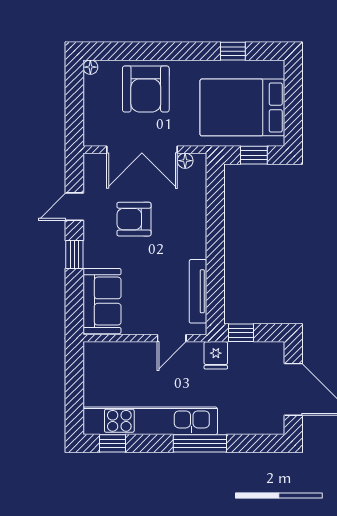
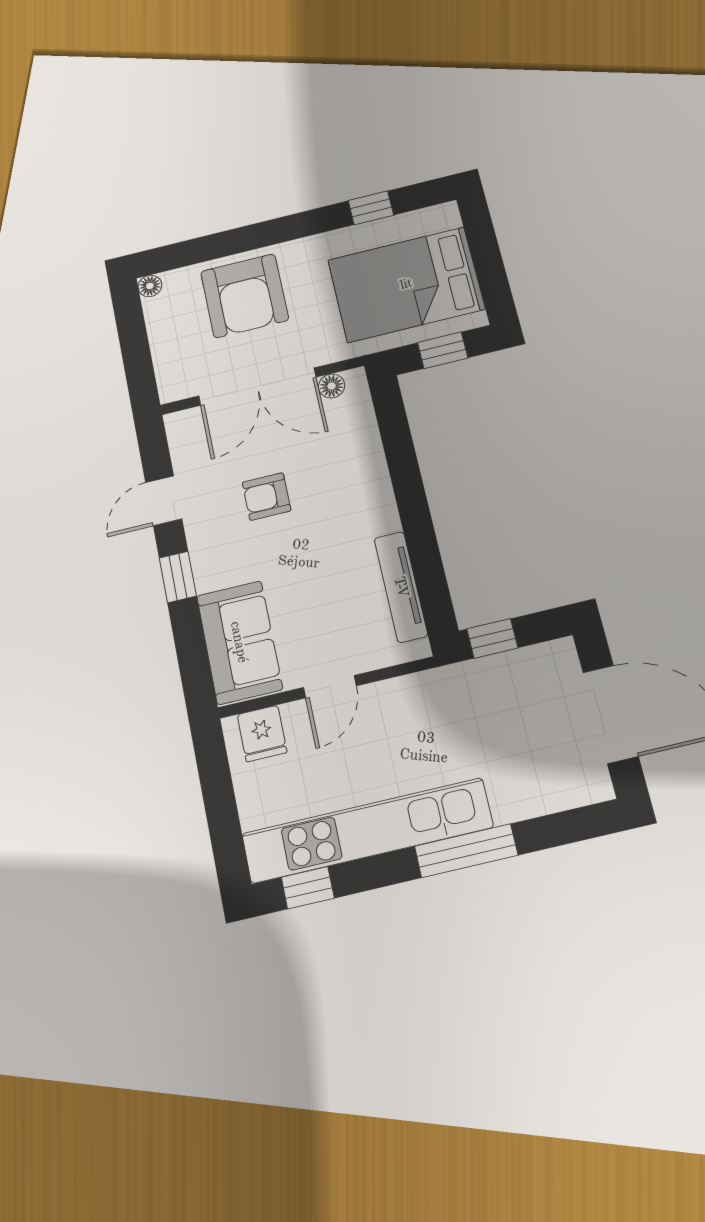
armchair: (134, 219) -> (267, 497), width x0.72, depth x0.72
door: (172, 338) -> (330, 687), moved
fridge: (216, 355) -> (262, 733), moved

